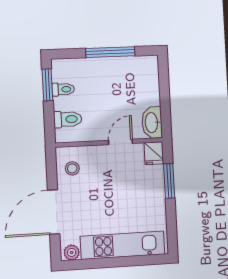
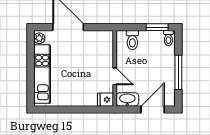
door: (164, 86) -> (153, 109), added
toilet: (63, 89) -> (168, 38), moved
stool: (72, 168) -> (98, 42), removed
window: (169, 181) -> (85, 109), removed

